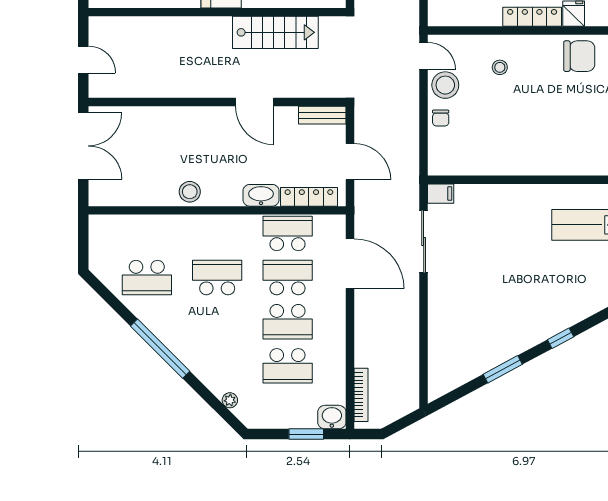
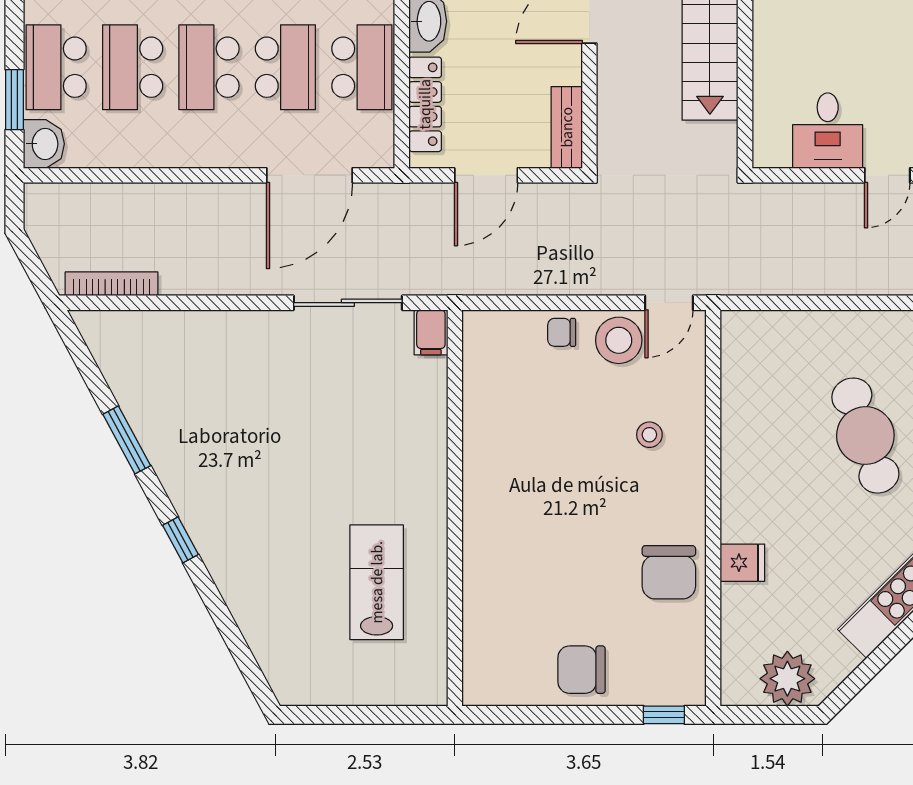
locker: (532, 17) -> (737, 491), removed
bookcase: (361, 395) -> (112, 284), moved, turned 180
school desk: (288, 410) -> (56, 67), added

